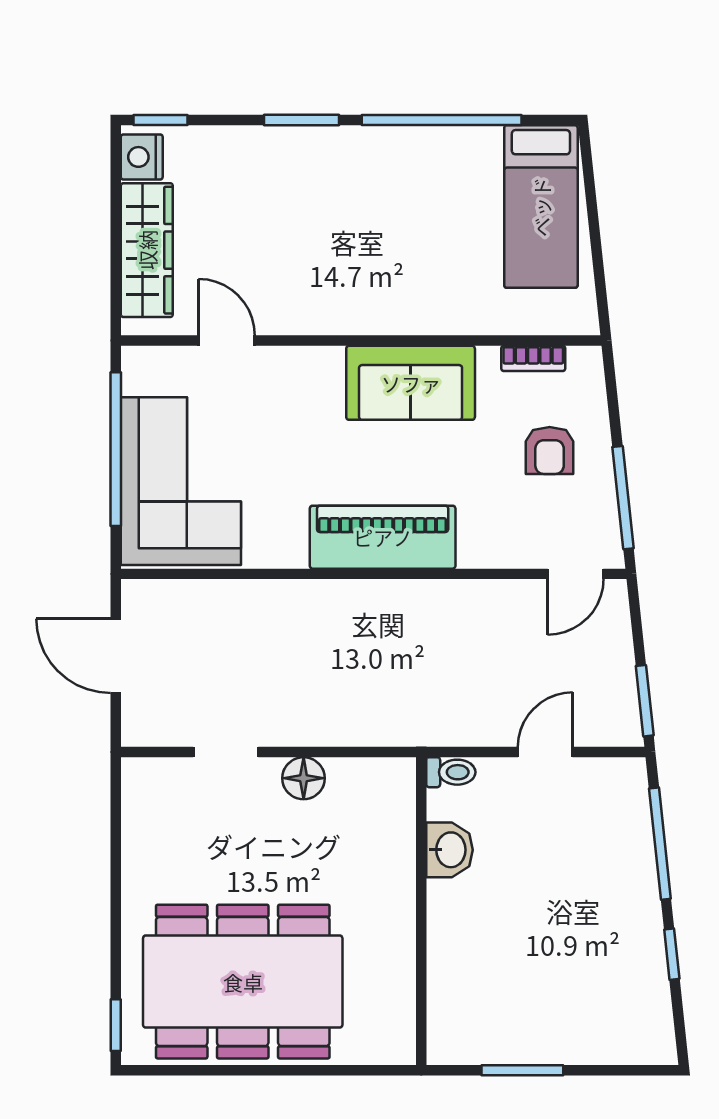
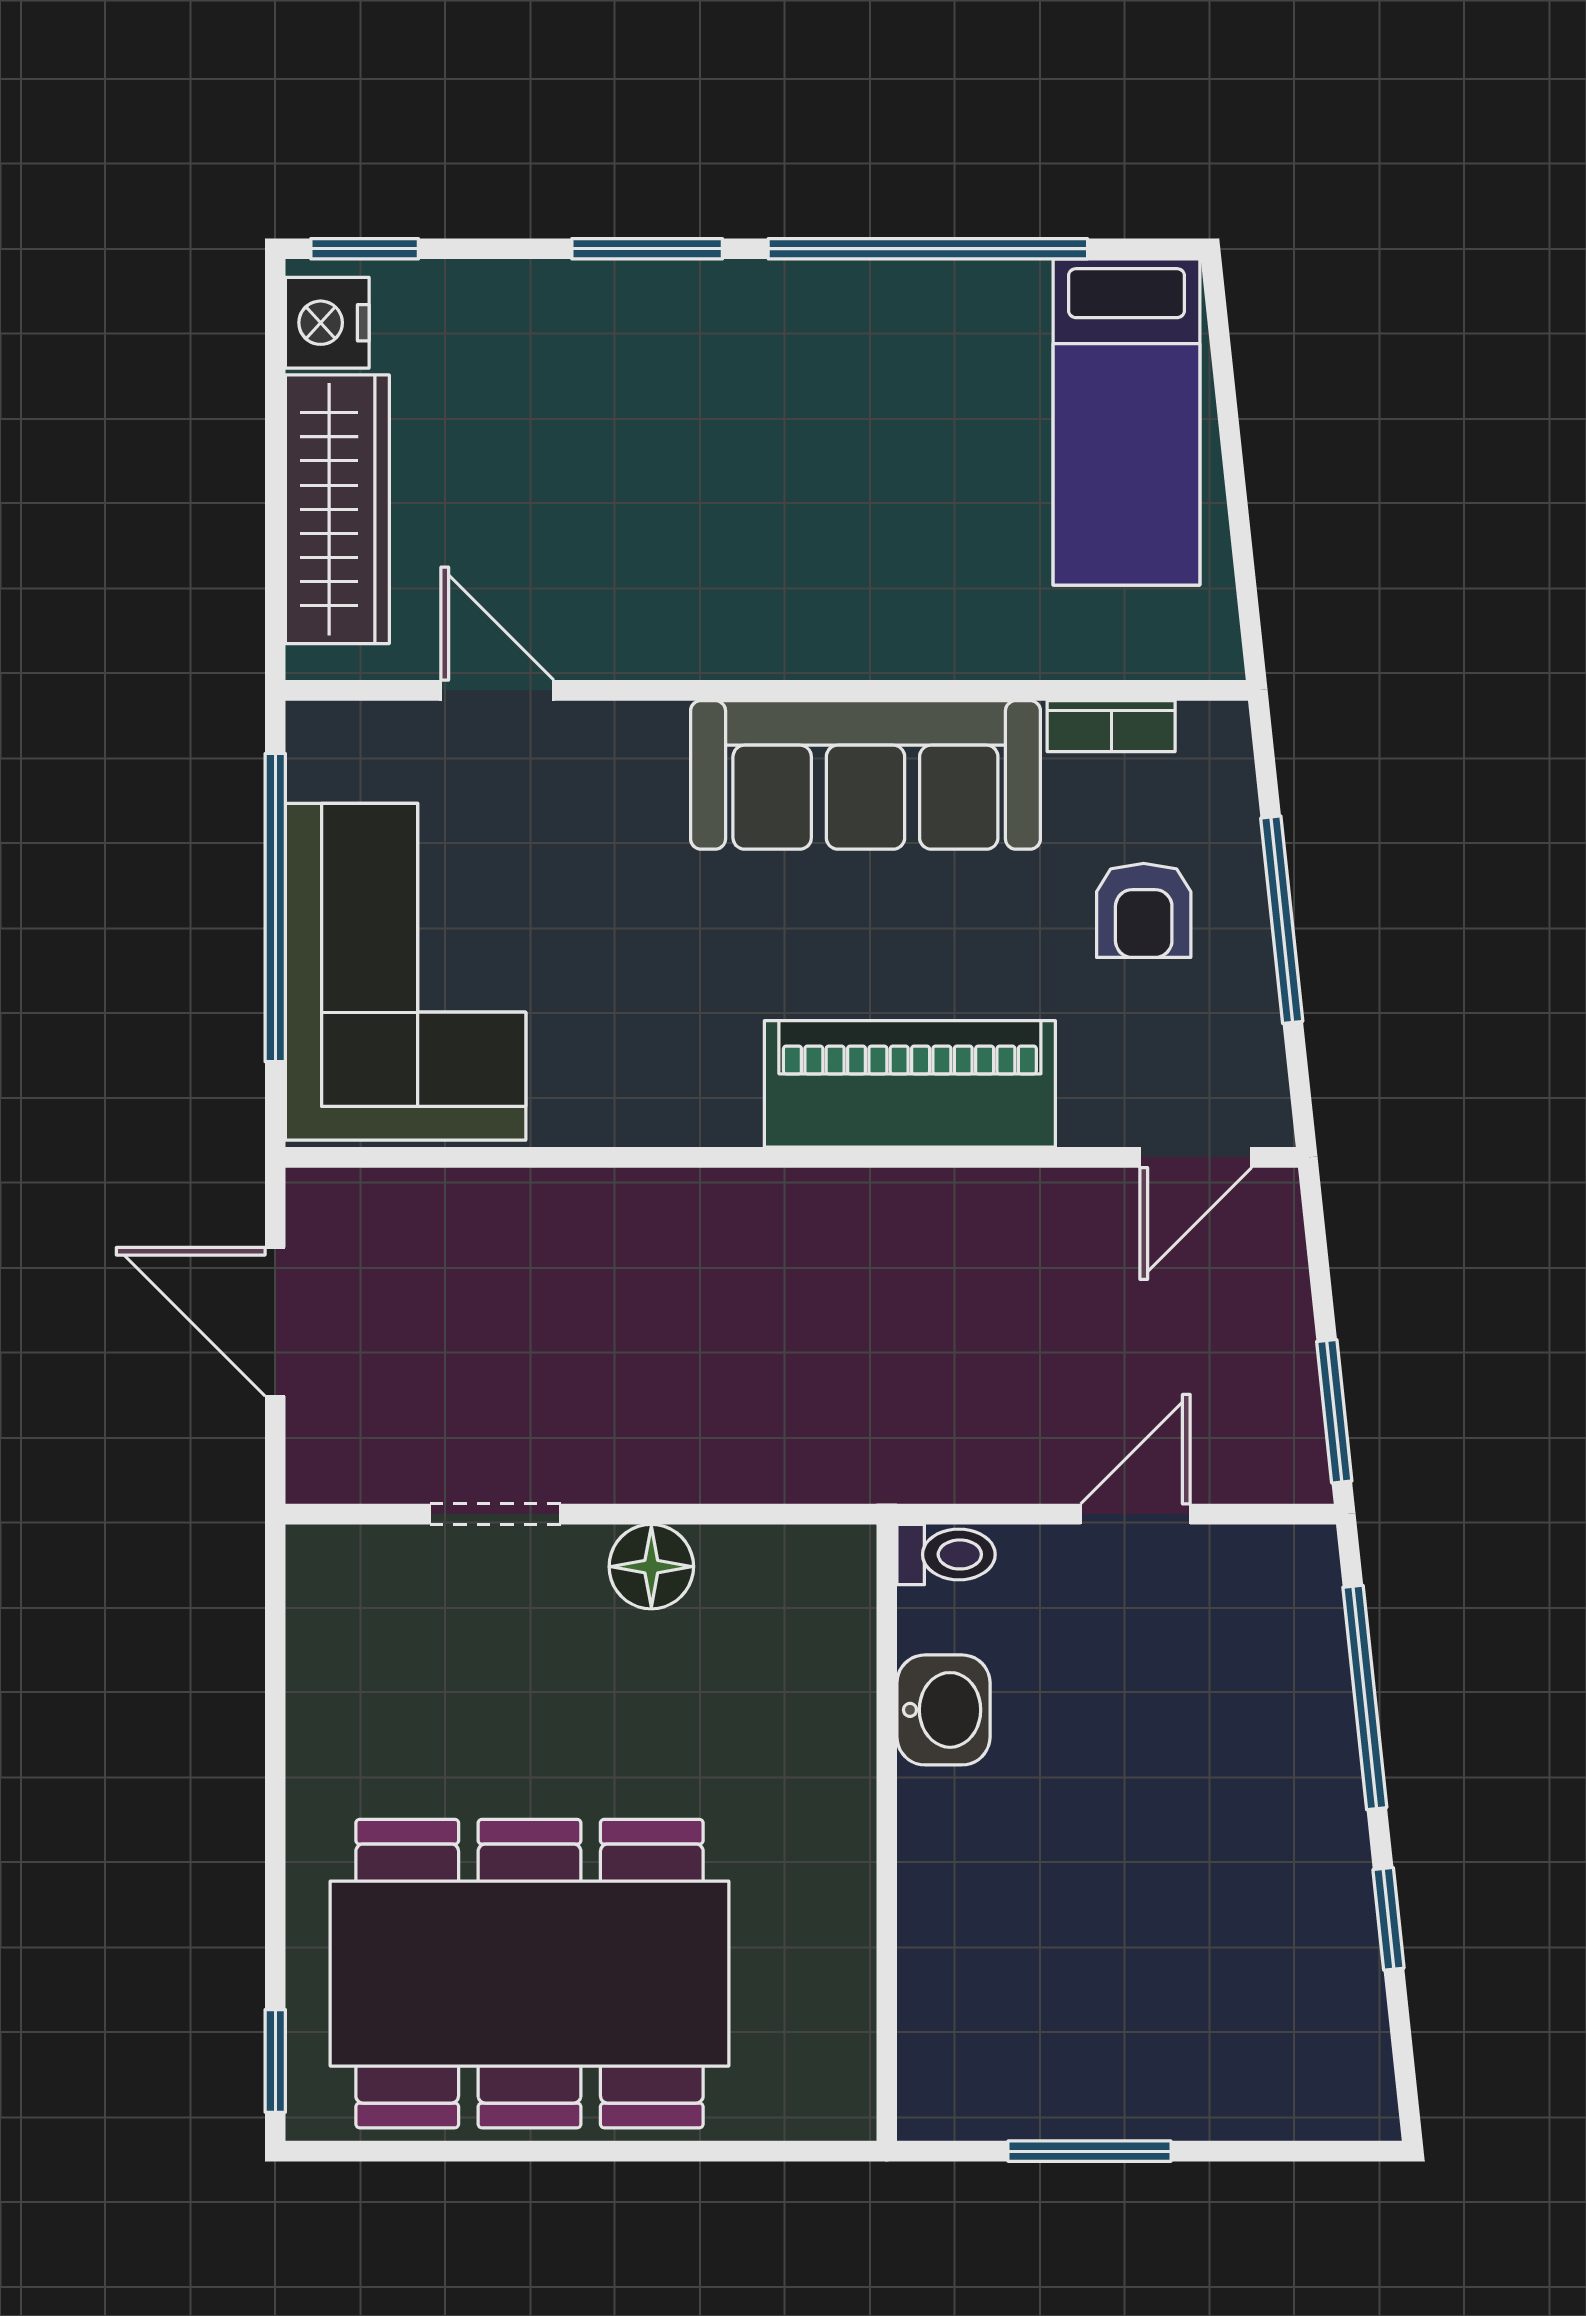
sofa: (411, 383) -> (865, 775), width x1.36
window: (623, 498) -> (1282, 920), moved
piano: (383, 537) -> (910, 1084), moved

